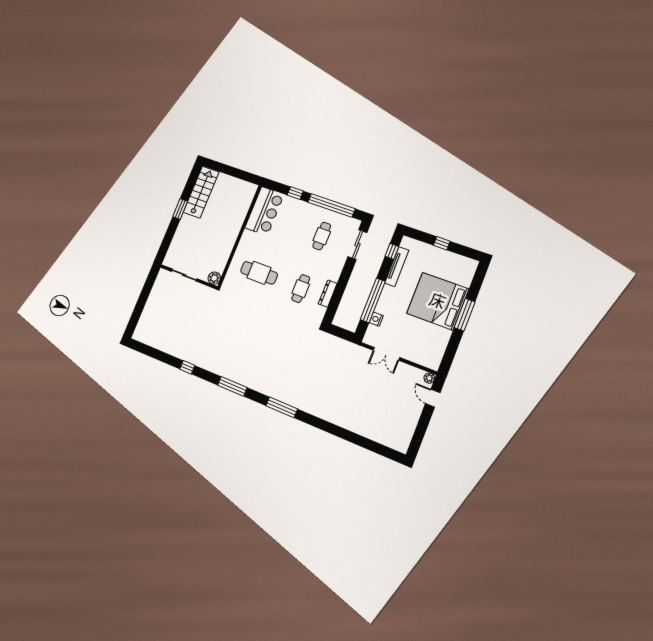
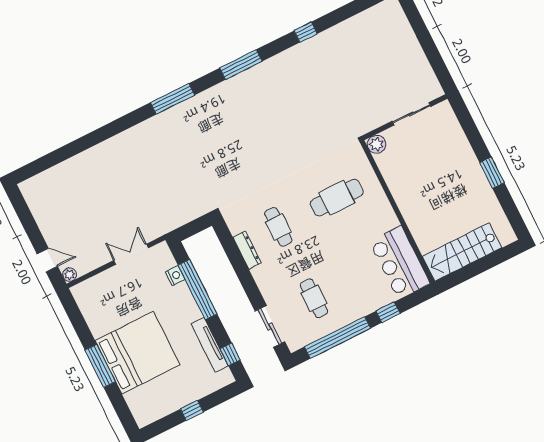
stairs: (201, 192) -> (462, 252), moved, turned 90

